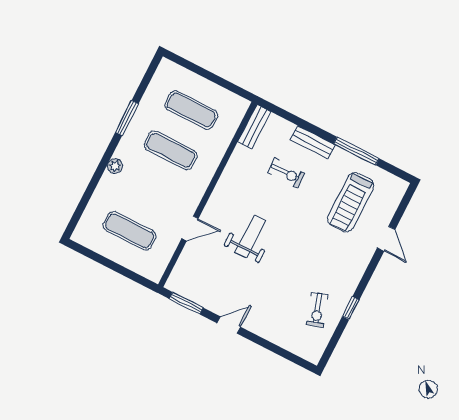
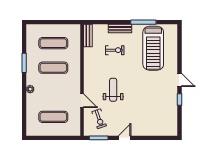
treadmill: (351, 202) -> (153, 48), width x1.37, depth x1.38
door: (190, 229) -> (82, 101), hinge flipped
door: (386, 239) -> (179, 80), moved
exercise bike: (317, 310) -> (99, 119), moved

